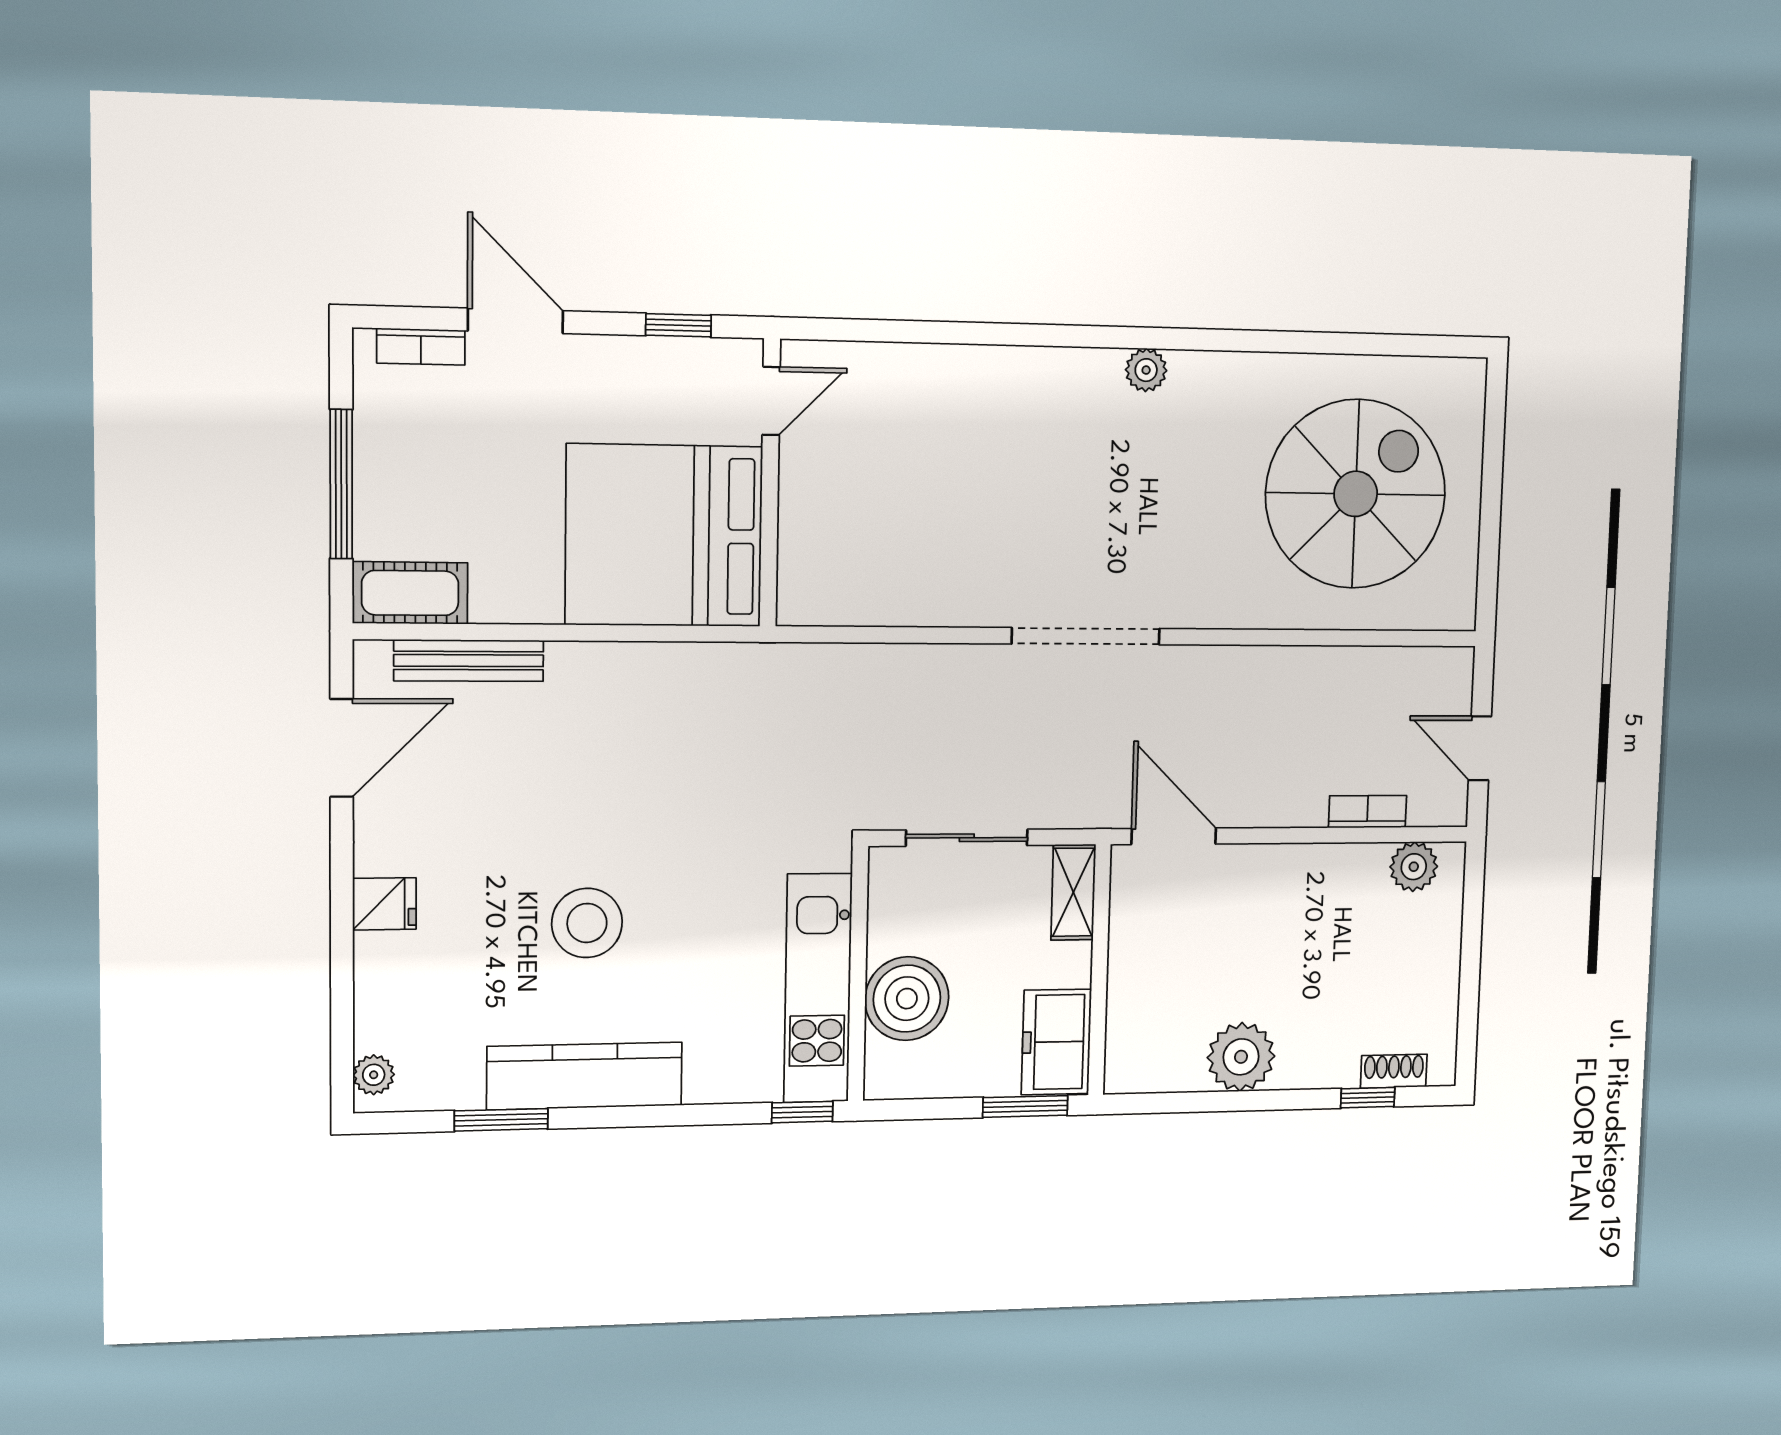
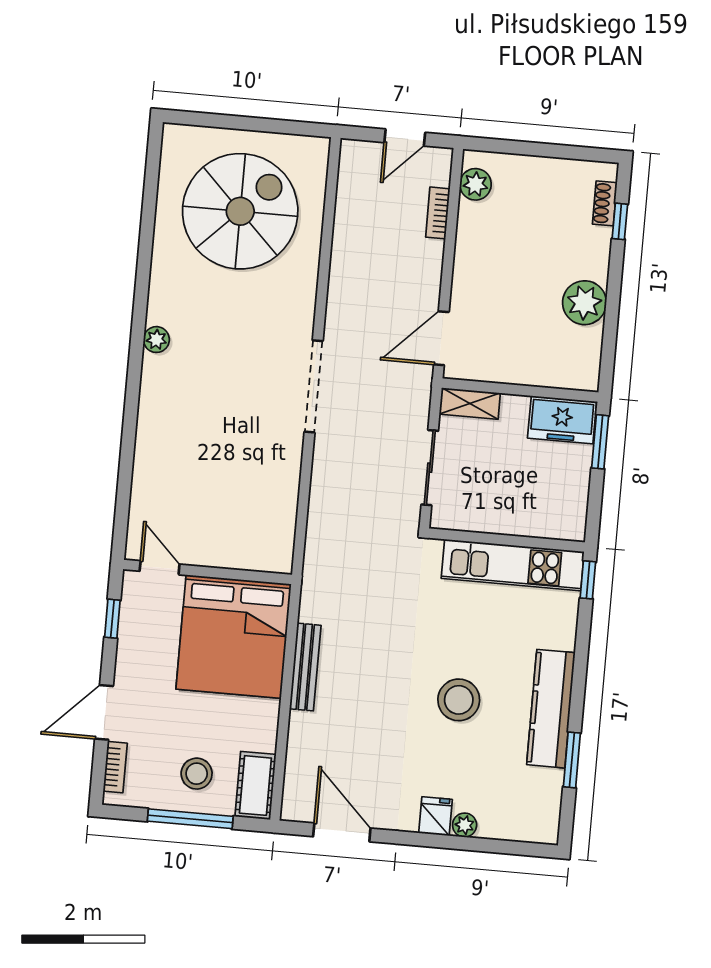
stool: (422, 490) -> (197, 774), added
spiral stairs: (1356, 494) -> (240, 211), turned 90
bench: (469, 661) -> (305, 667), moved
boiler: (907, 999) -> (525, 511), removed
plant: (374, 1075) -> (465, 825), moved

